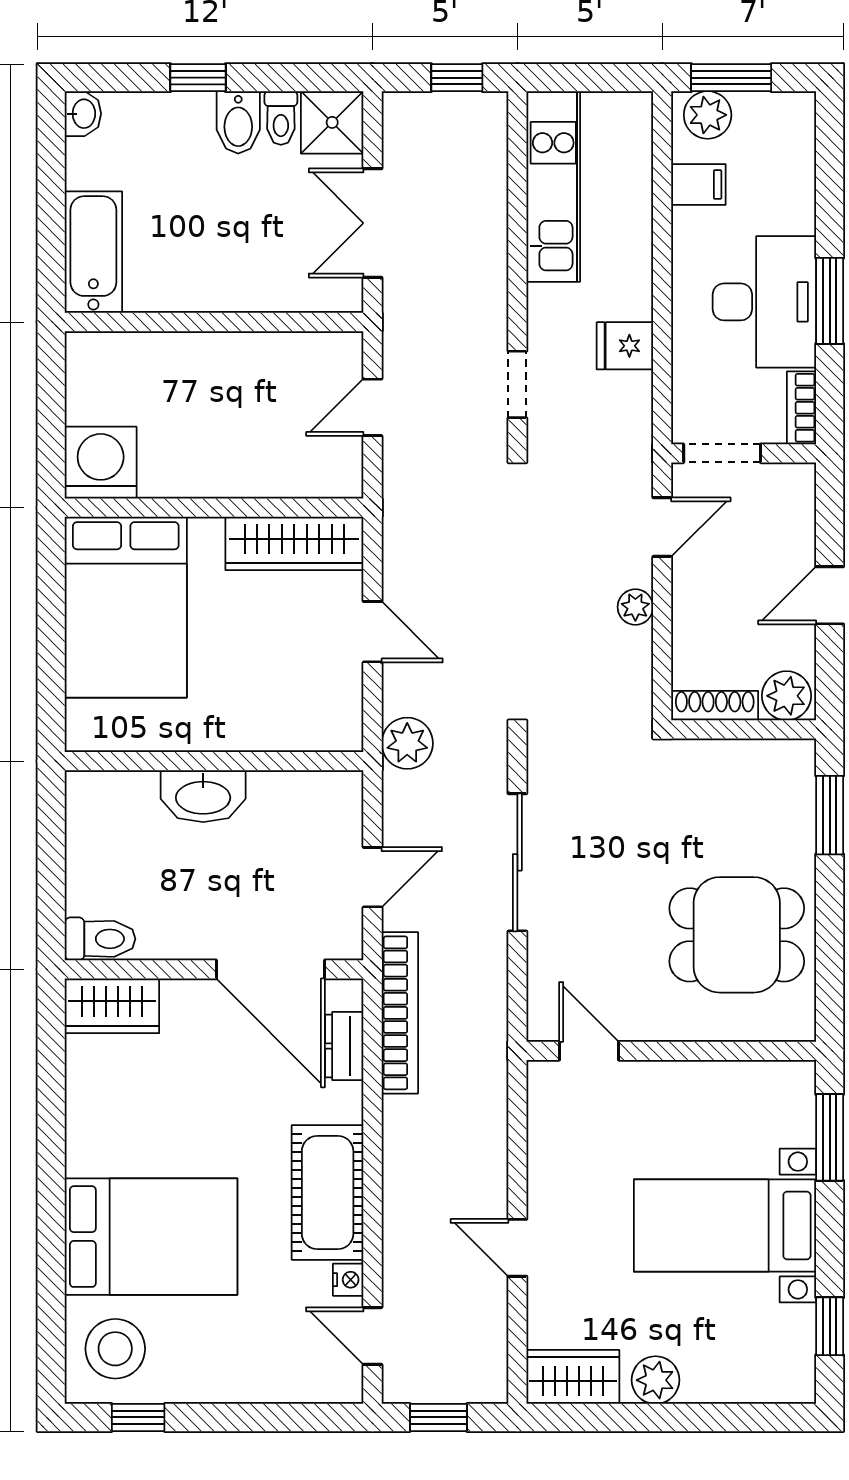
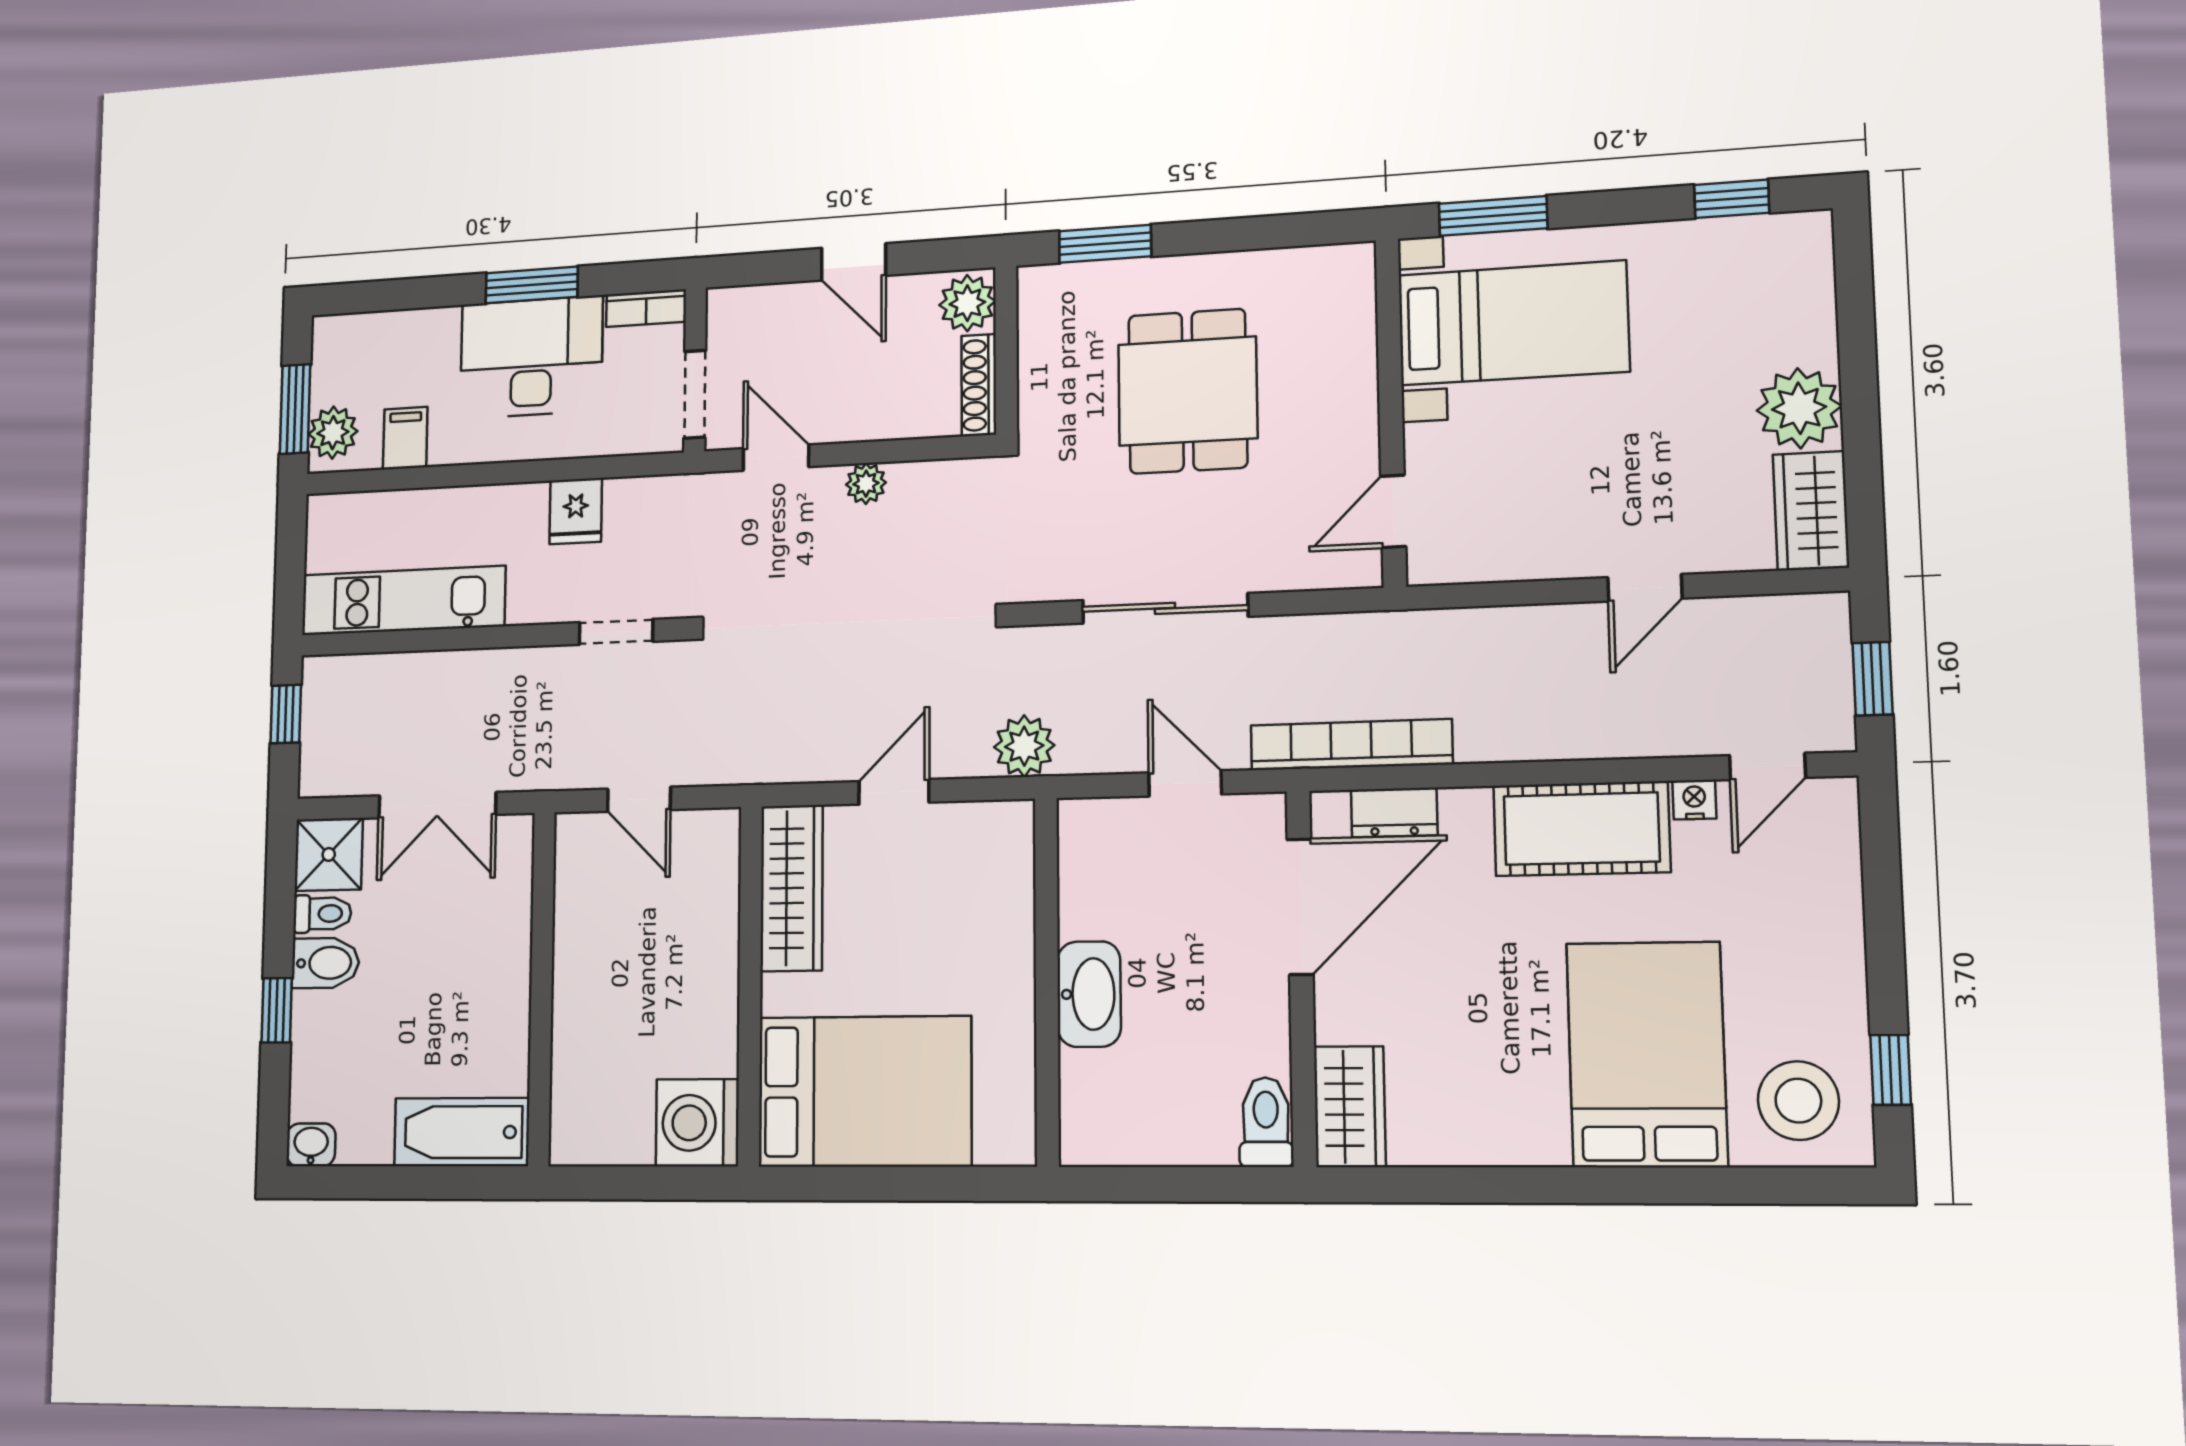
dining table: (737, 935) -> (1188, 391), moved
bed with nightstands: (725, 1226) -> (1513, 323), moved, turned -90
plant: (656, 1380) -> (1799, 408), width x1.36, depth x1.36

